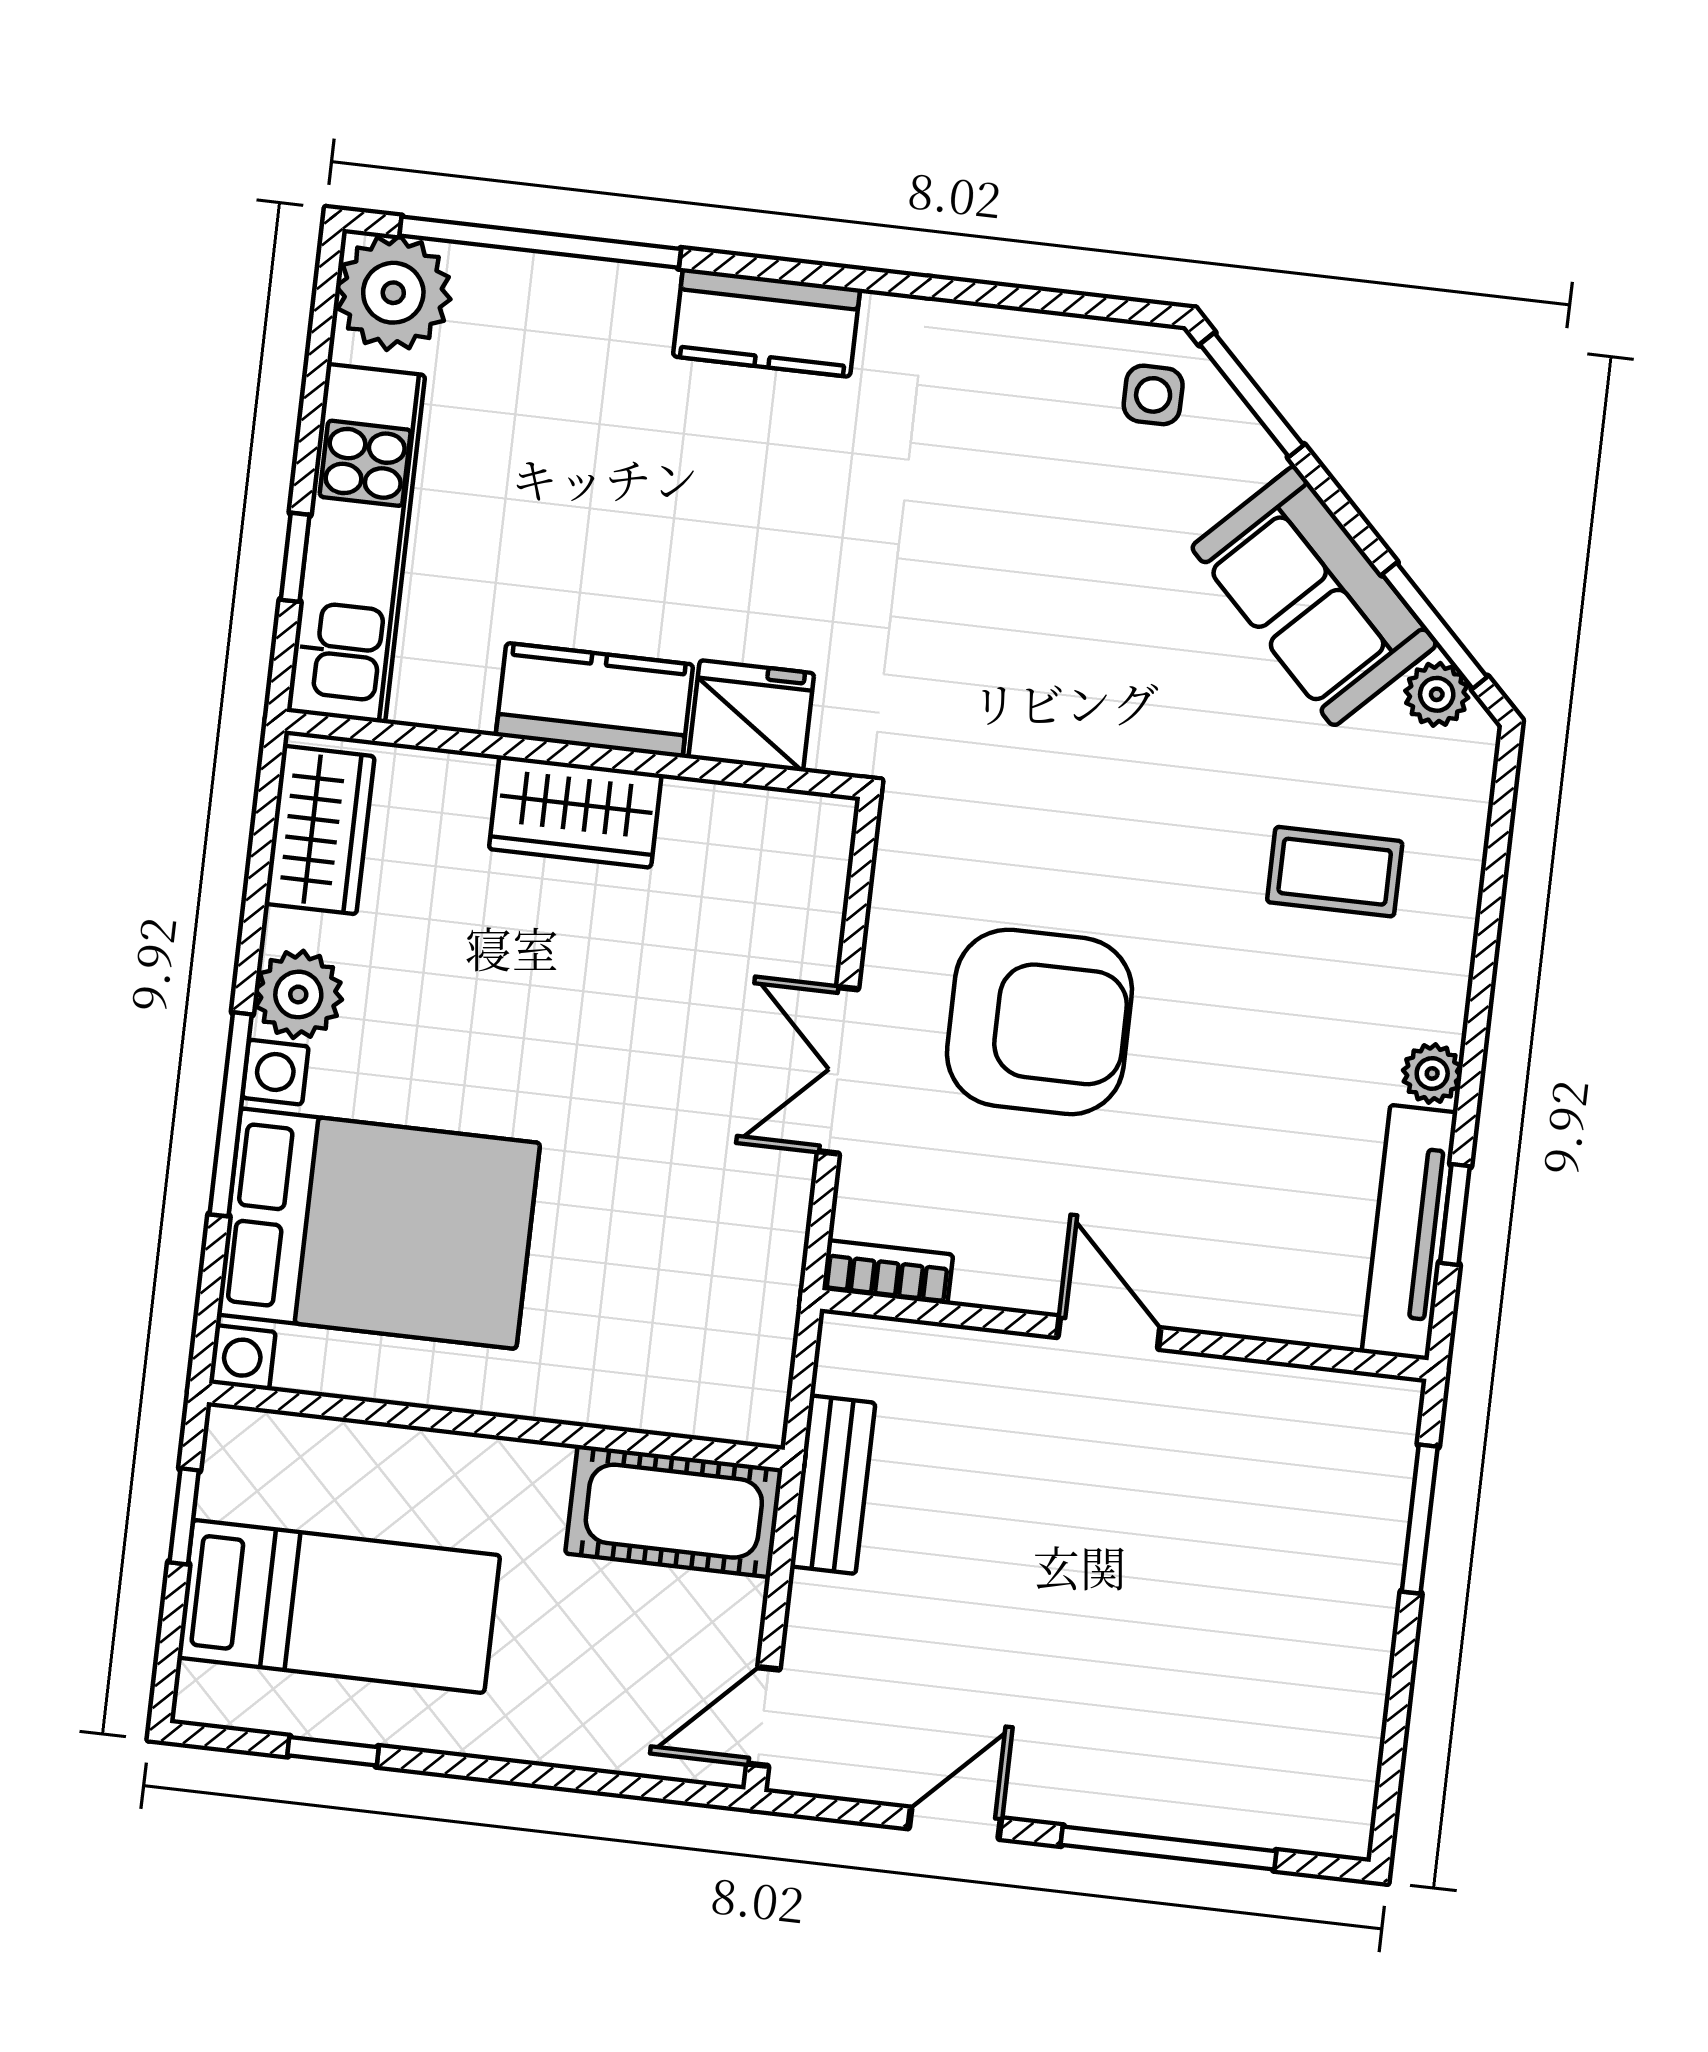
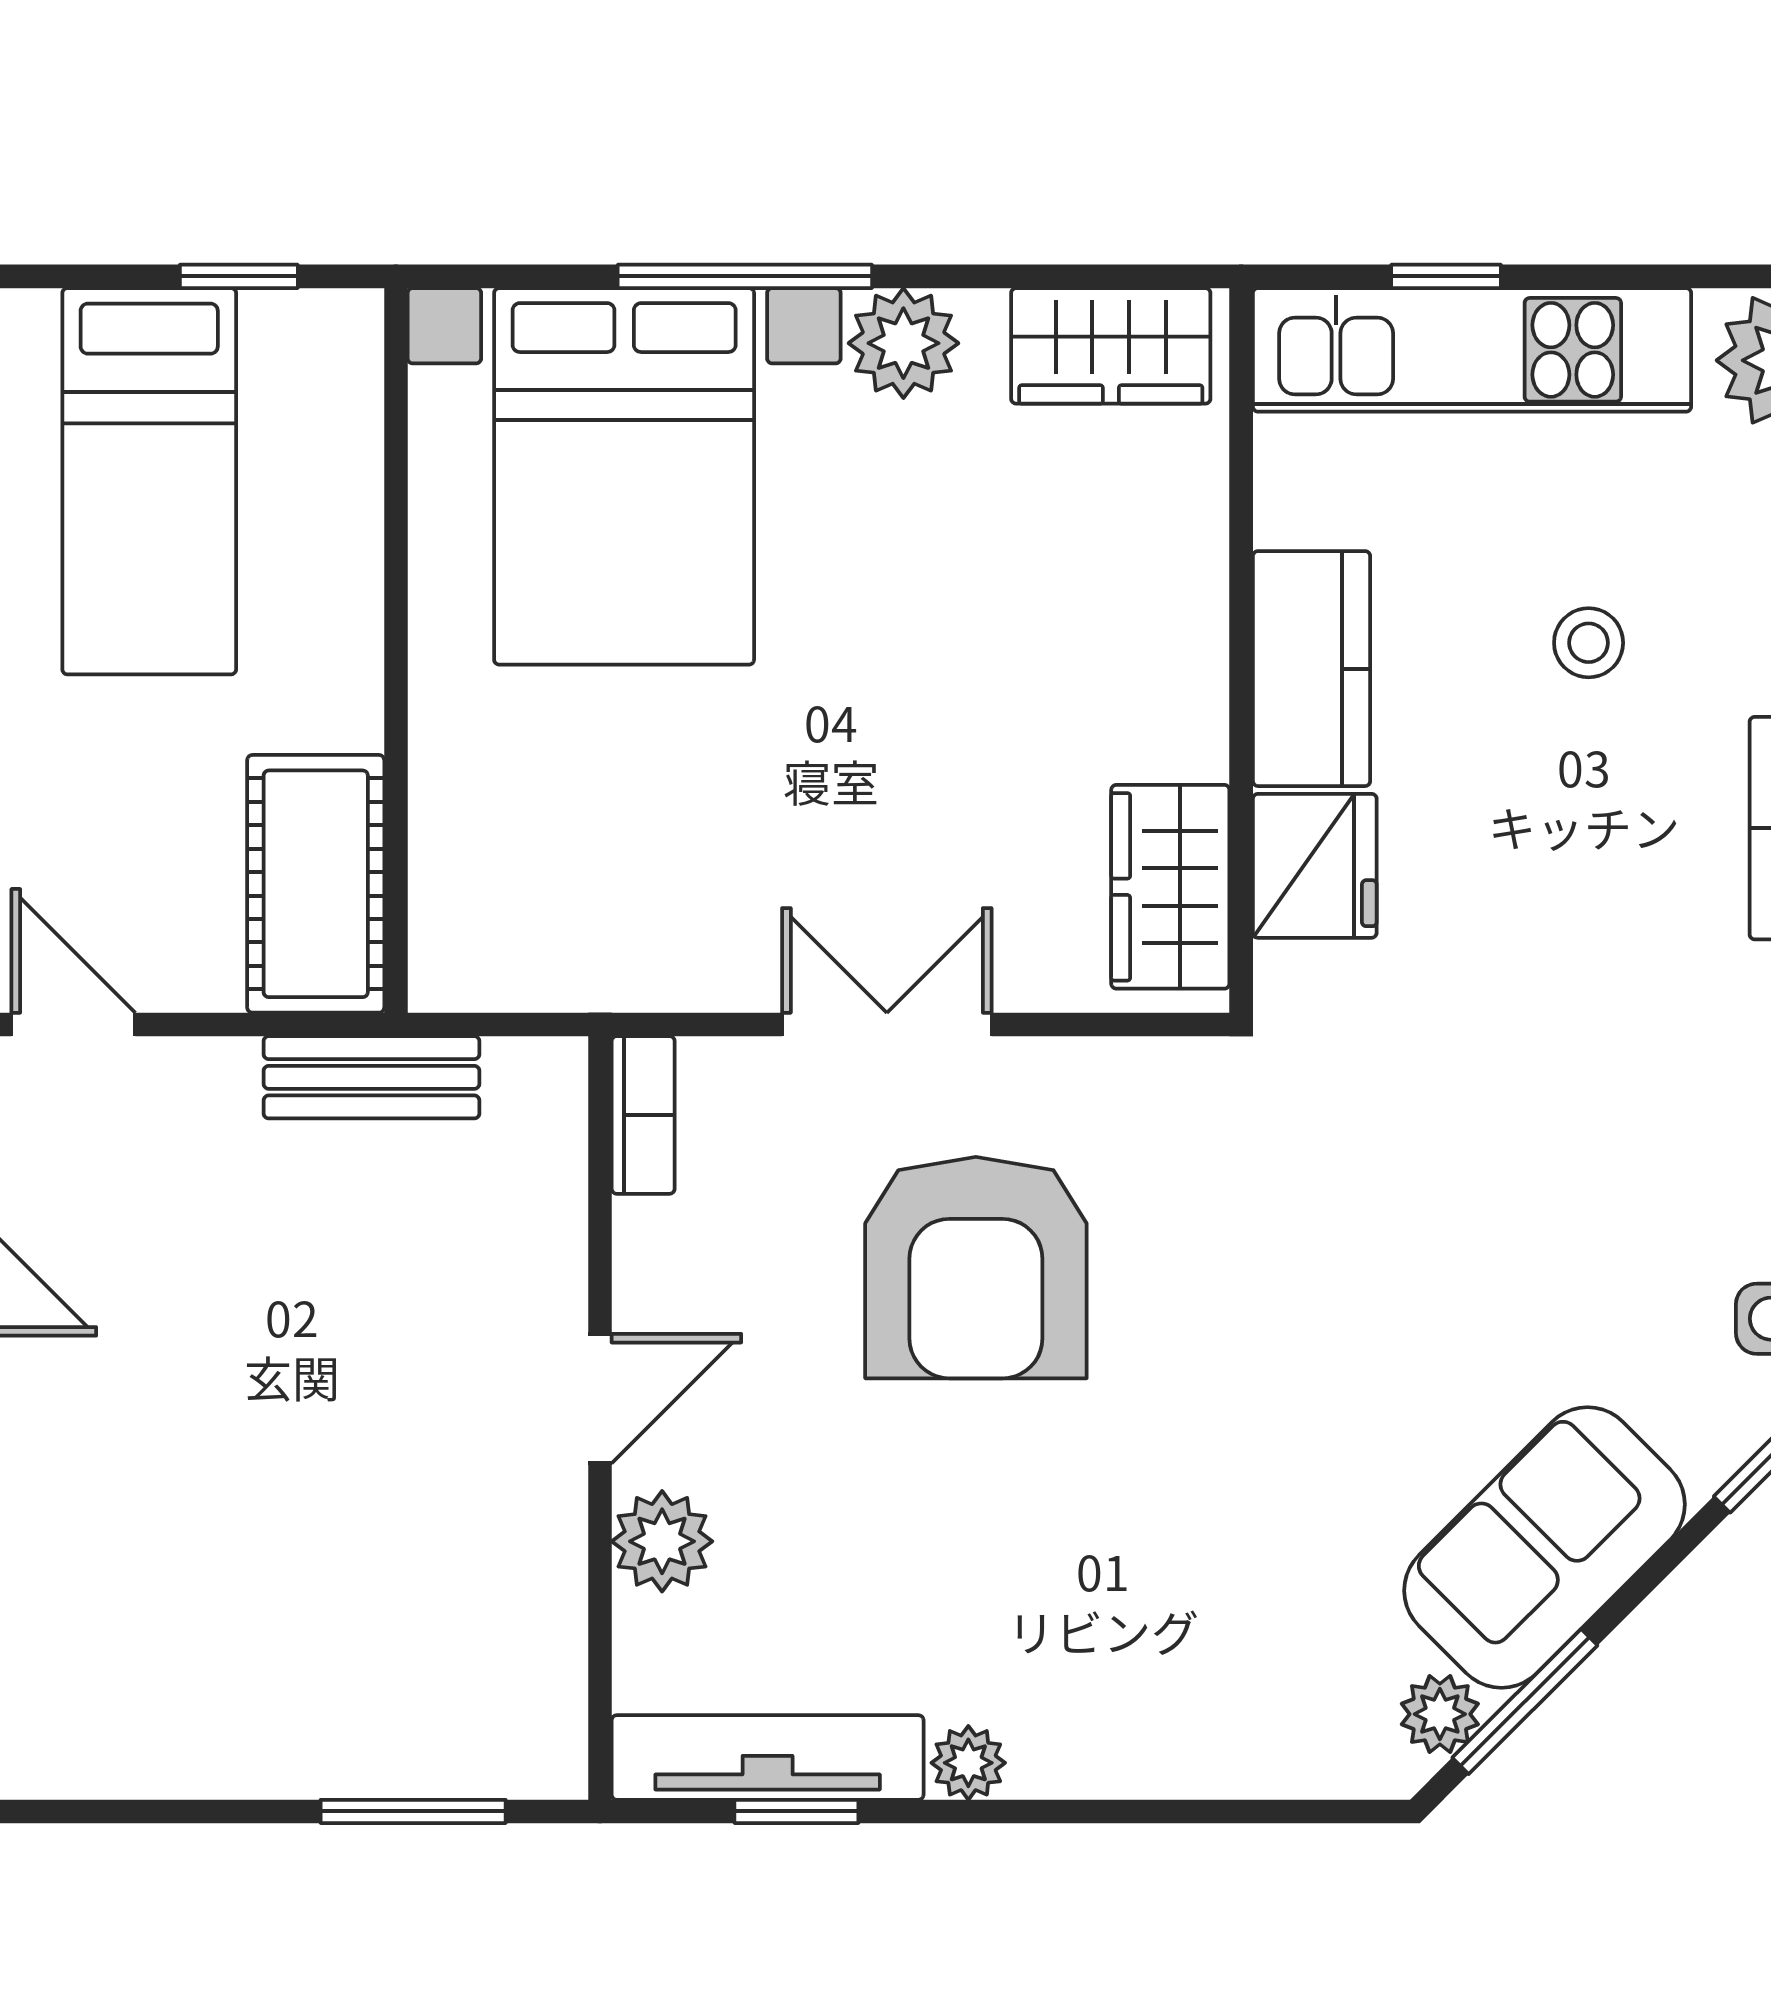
stool: (599, 478) -> (1589, 643), added
wardrobe: (575, 812) -> (1170, 887), moved
coffee table: (1335, 872) -> (1205, 1613), removed
plant: (1228, 1296) -> (662, 1541), added

